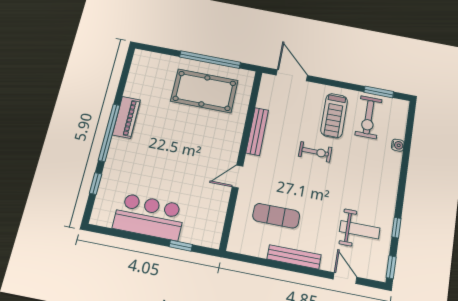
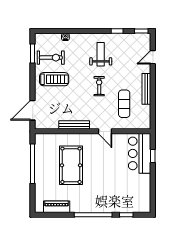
pool table: (204, 91) -> (71, 165), moved
piano: (126, 117) -> (57, 207), moved
exercise bike: (315, 152) -> (99, 86), moved
bar counter: (149, 217) -> (140, 153), moved
weight bench: (360, 230) -> (101, 54), moved

